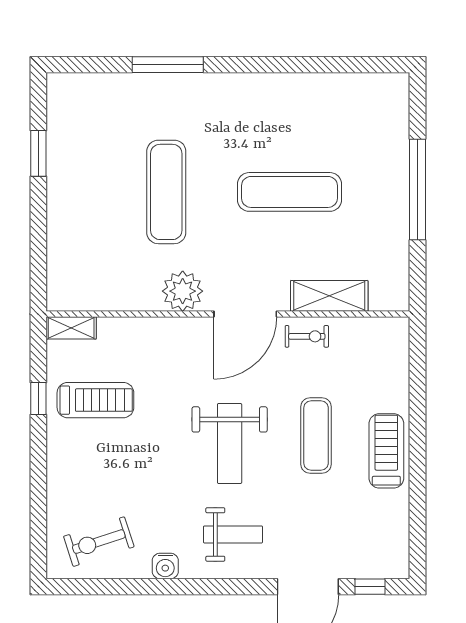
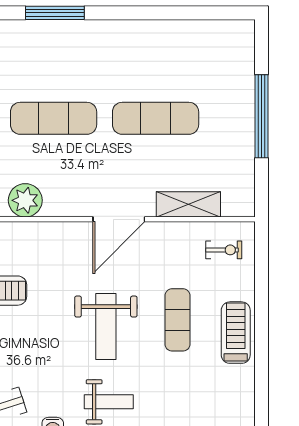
exercise mat: (166, 192) -> (54, 118), turned 90
plant: (183, 291) -> (25, 200), moved
exercise bike: (307, 336) -> (224, 250), moved

